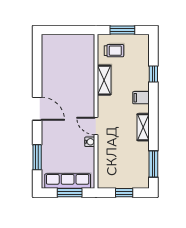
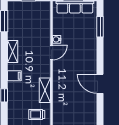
door: (37, 109) -> (100, 84), moved
door: (96, 126) -> (52, 52), hinge flipped

